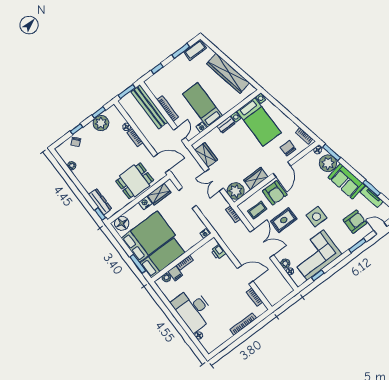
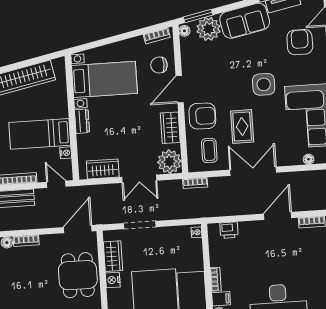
door: (282, 169) -> (180, 89), swing flipped
plant: (285, 263) -> (296, 159), removed

